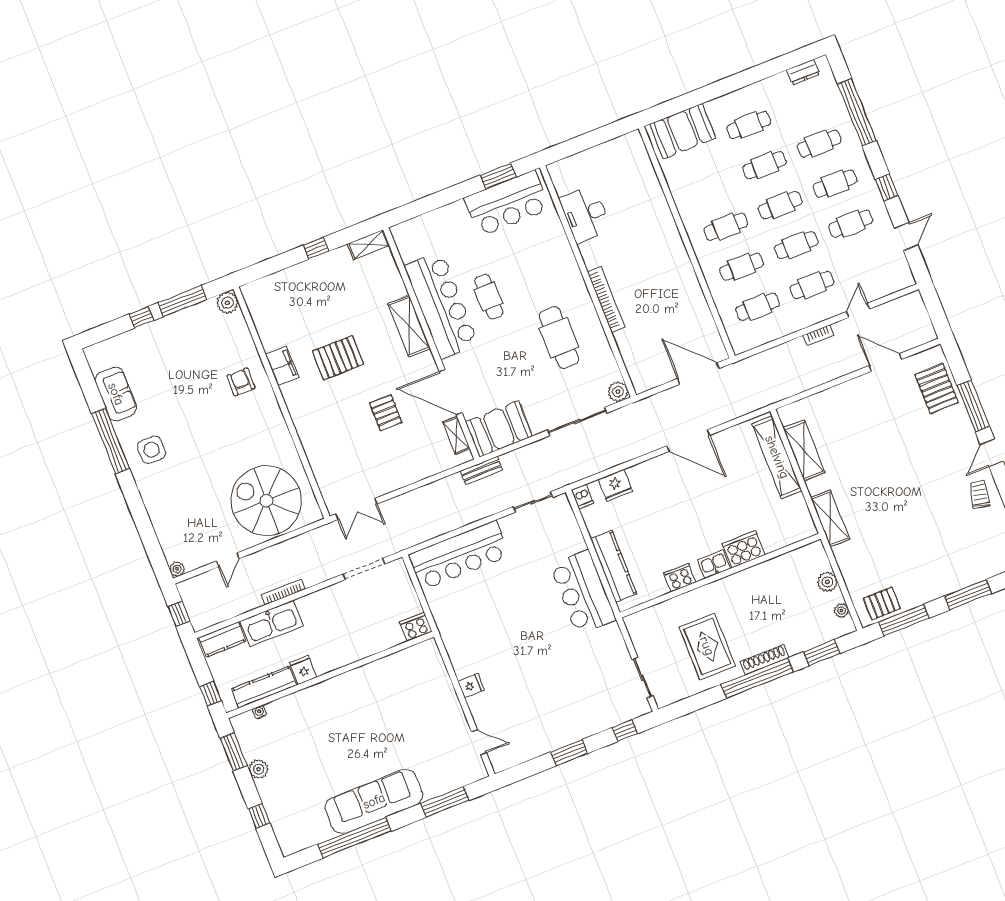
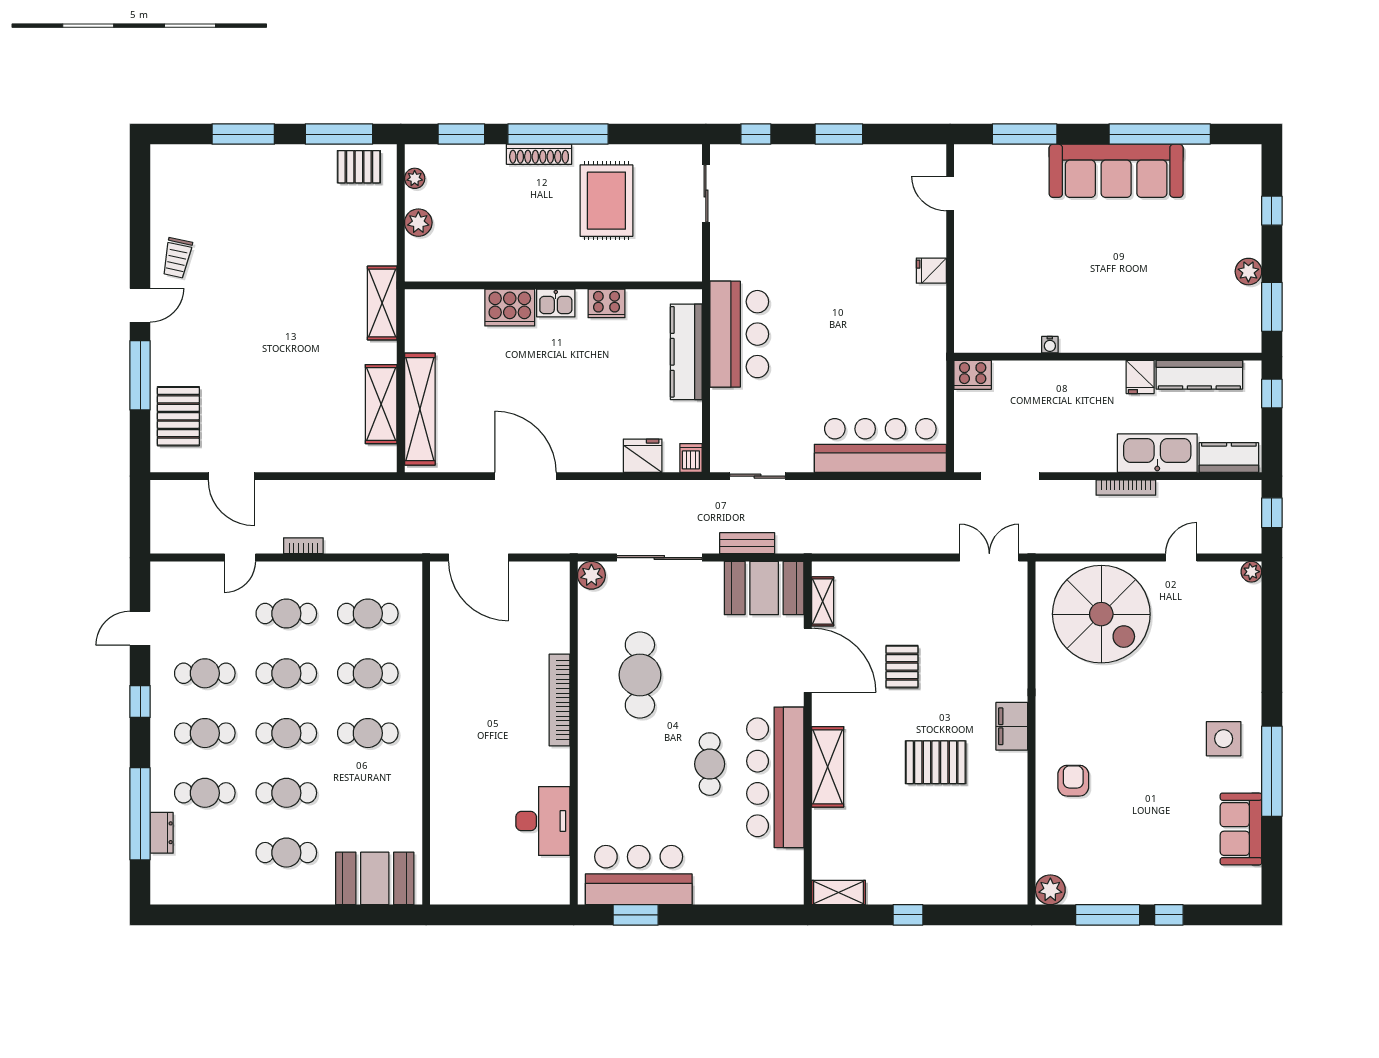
dresser: (803, 72) -> (162, 833), moved, turned 90
filing cabinet: (282, 366) -> (1012, 726), moved
armchair: (241, 382) -> (1073, 781), turned 180
bench: (482, 470) -> (747, 543), moved
water cooler: (260, 712) -> (1050, 345), moved

